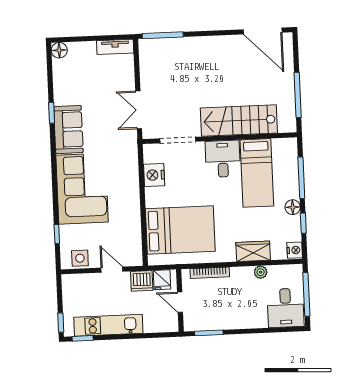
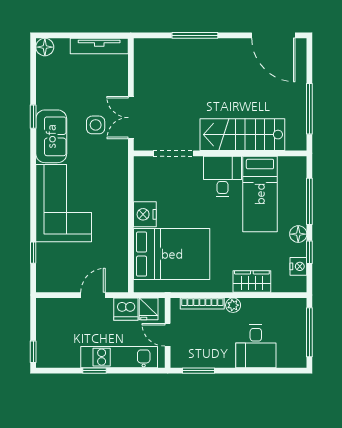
window: (163, 35) -> (195, 35), moved
tv unit: (115, 47) -> (99, 46), width x1.41
nightstand: (154, 175) -> (145, 214), moved
nightstand: (295, 250) -> (298, 266), moved
side table: (80, 258) -> (96, 125), moved
door: (112, 270) -> (93, 295), hinge flipped
plant: (261, 272) -> (233, 305), moved
desk: (286, 308) -> (256, 346), moved
kitchen unit: (108, 325) -> (119, 357), moved
window: (83, 338) -> (95, 371), moved

